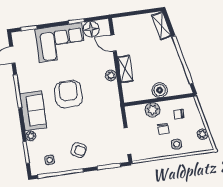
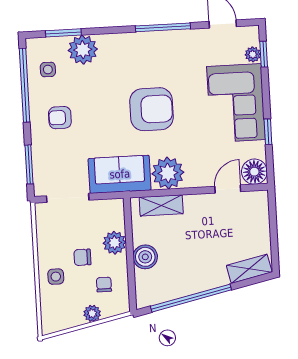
floor lamp: (91, 29) -> (254, 172), moved
plant: (30, 35) -> (253, 54), added
shelving: (125, 69) -> (161, 205), moved
plant: (111, 75) -> (168, 173), width x1.87, depth x1.87
sofa: (33, 111) -> (120, 174), moved, turned 180
plant: (203, 134) -> (92, 313), moved
plant: (31, 136) -> (83, 50), width x1.88, depth x1.88
armchair: (79, 150) -> (60, 118), turned 62

